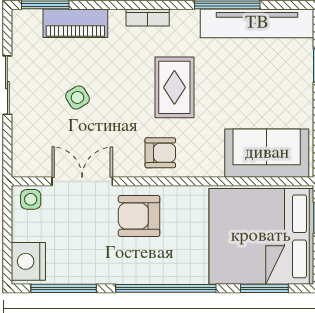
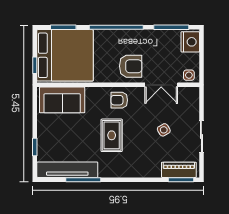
bookcase: (148, 17) -> (126, 173), removed
piano: (75, 23) -> (179, 170), moved

